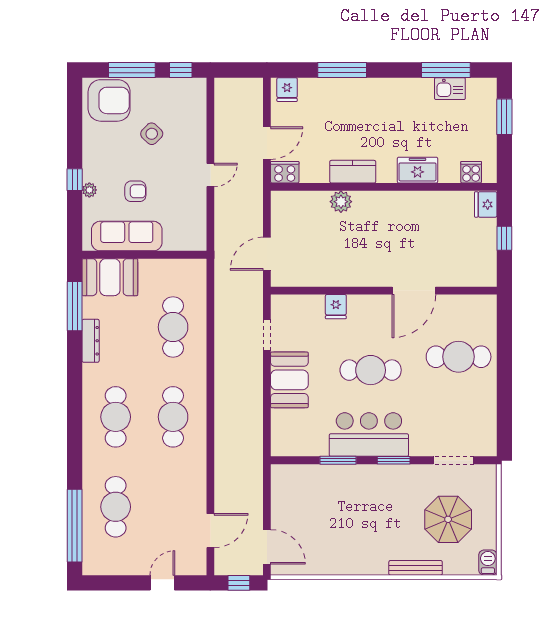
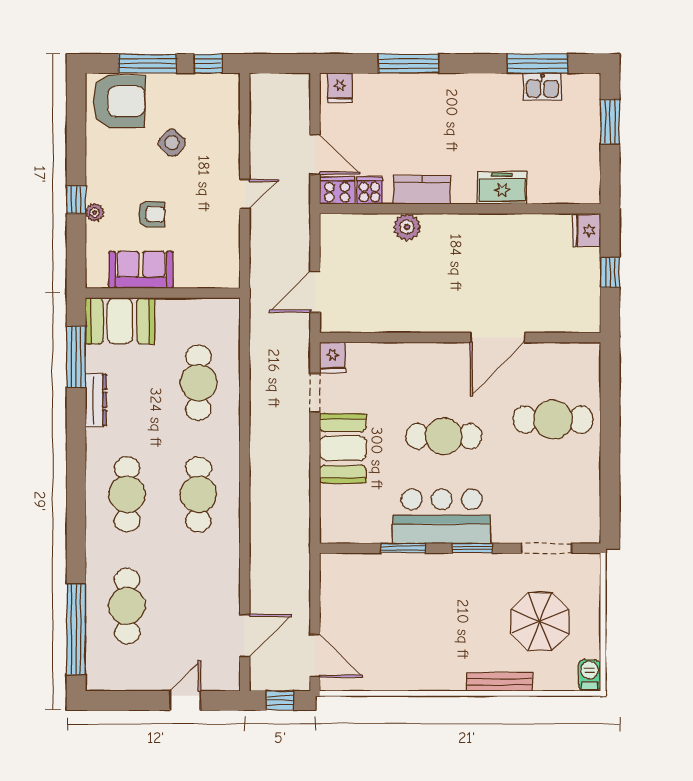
door: (267, 143) -> (315, 154), hinge flipped
cooker: (471, 172) -> (369, 190), moved
sofa: (127, 236) -> (141, 270), width x0.73
fridge: (336, 307) -> (332, 357), moved

